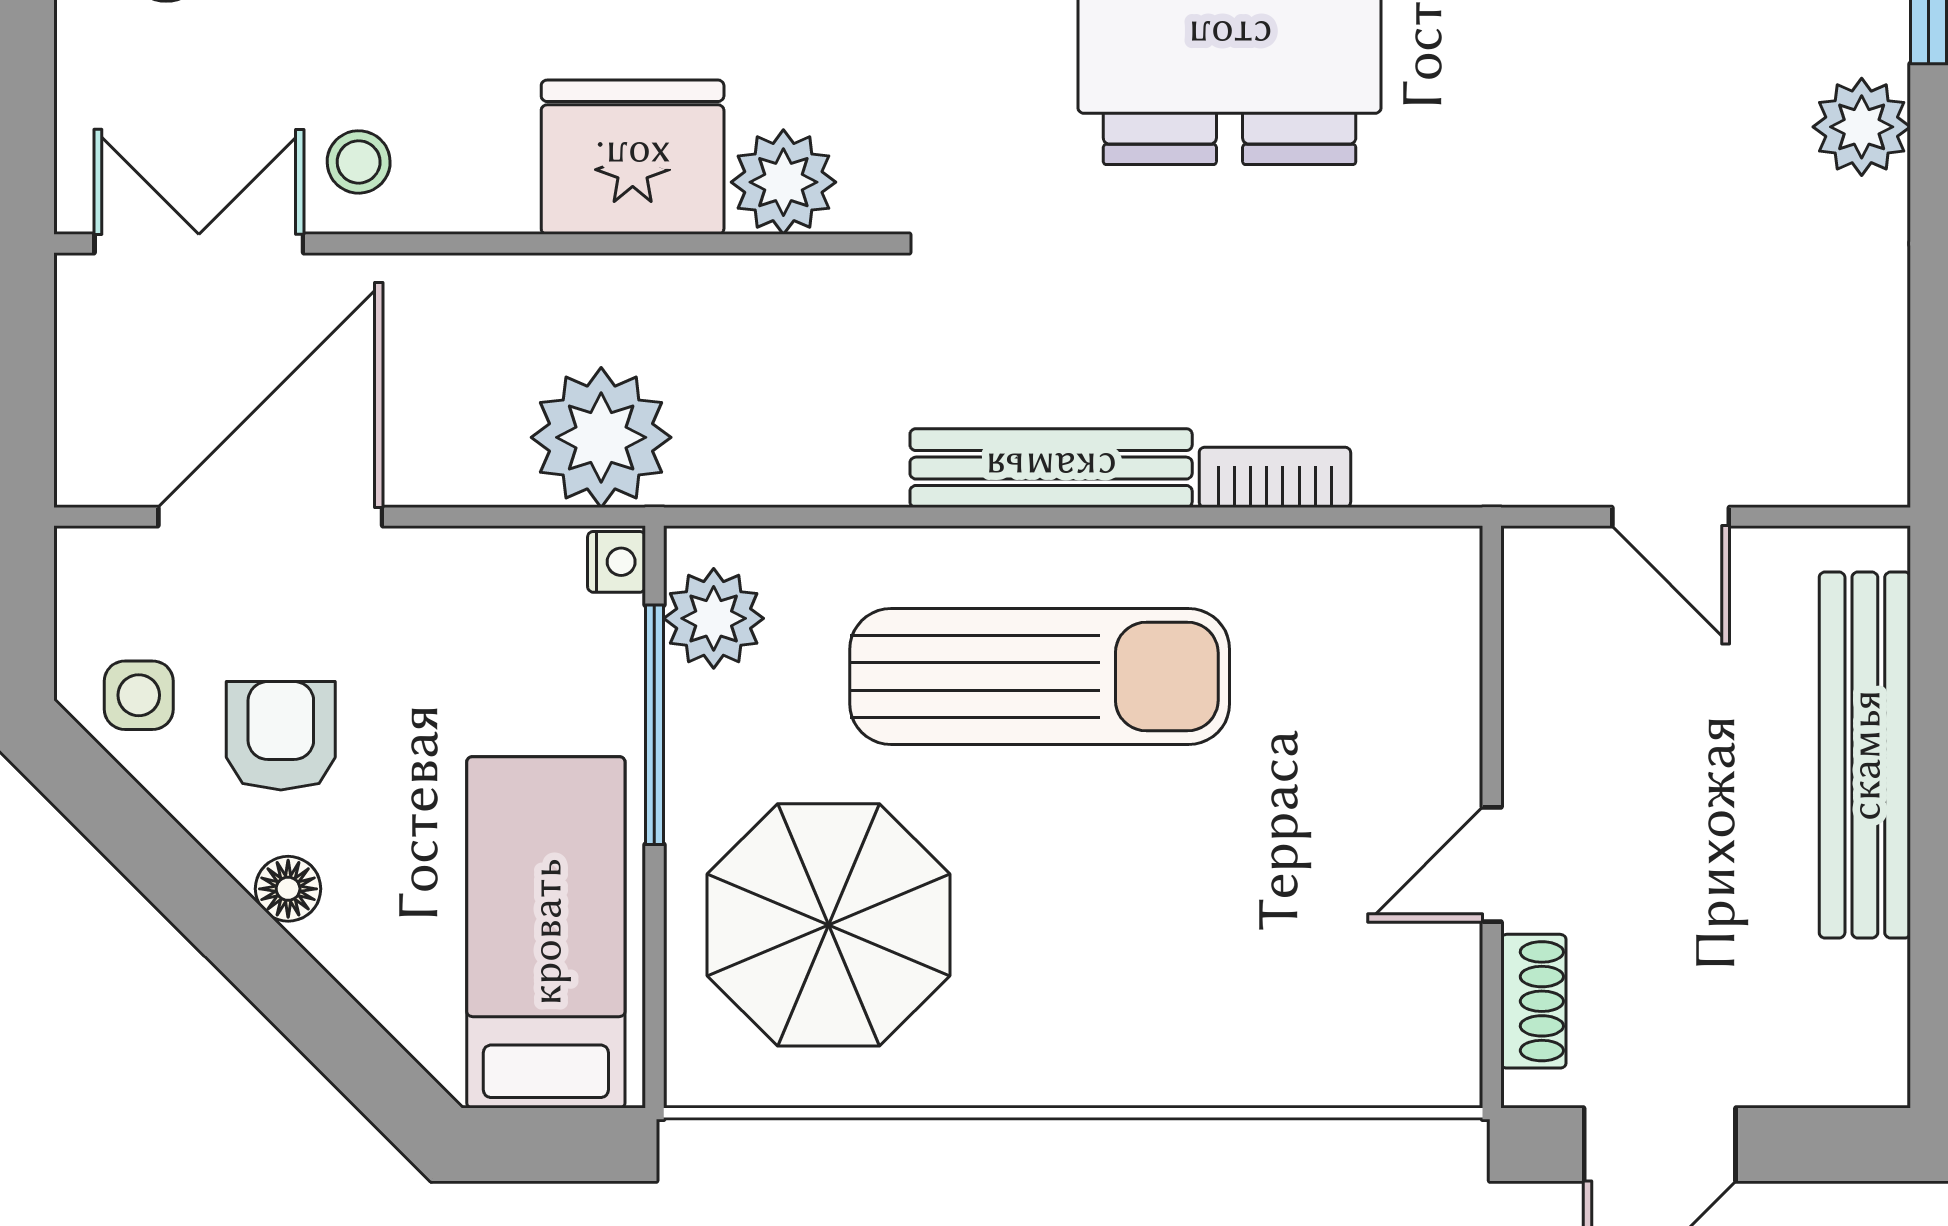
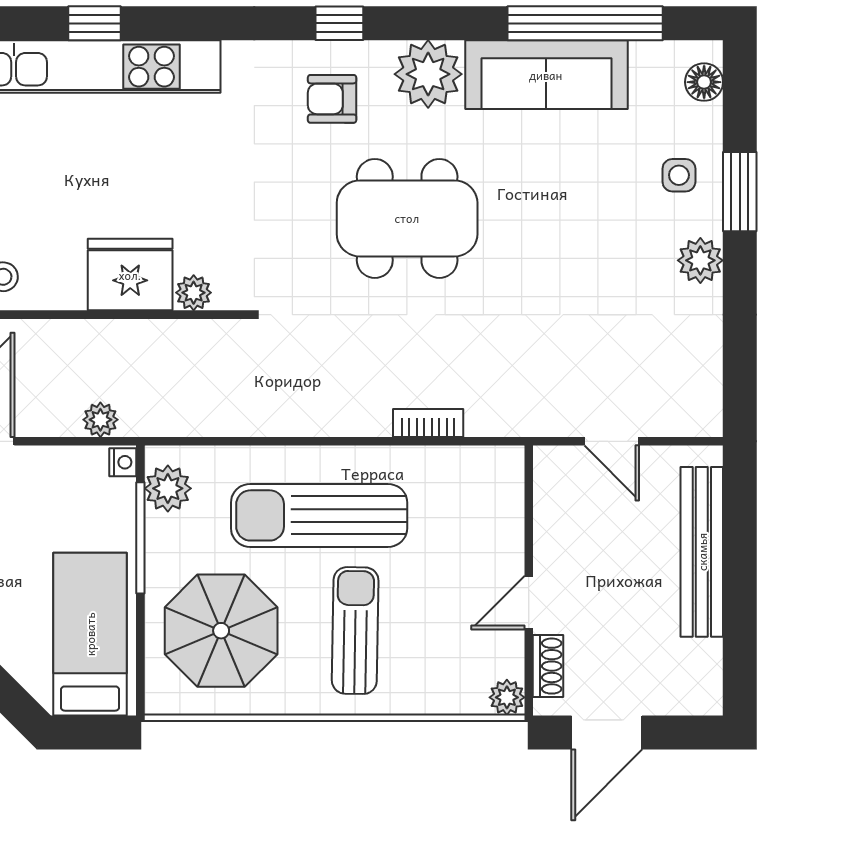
plant: (783, 182) -> (194, 293), width x0.73, depth x0.73
plant: (601, 437) -> (100, 420), width x0.53, depth x0.53
bench: (1051, 468) -> (324, 419), removed
sun lounger: (1040, 677) -> (319, 515), turned 180
sun lounger: (1117, 925) -> (355, 631), added
plant: (1445, 1069) -> (507, 697), added

